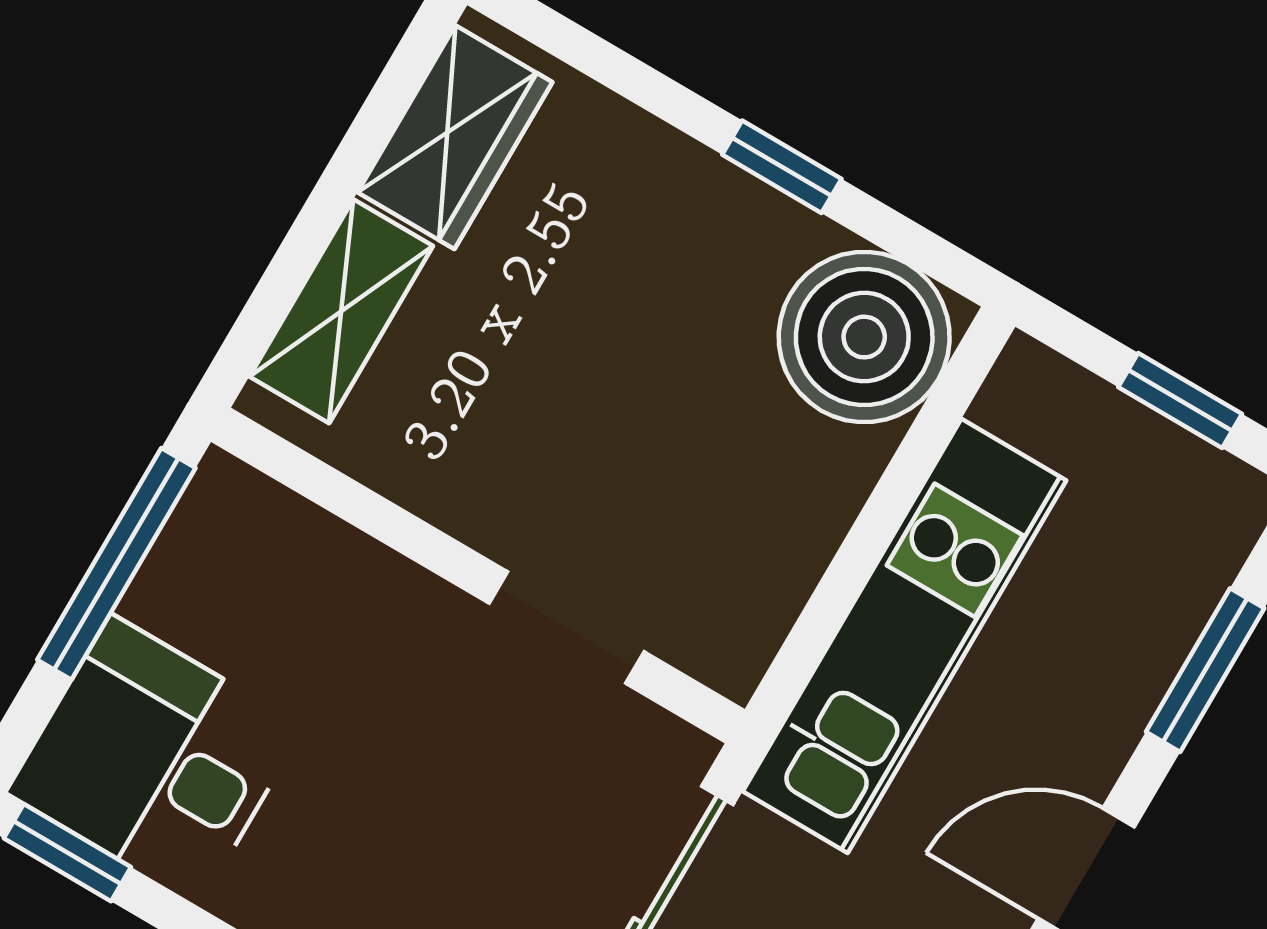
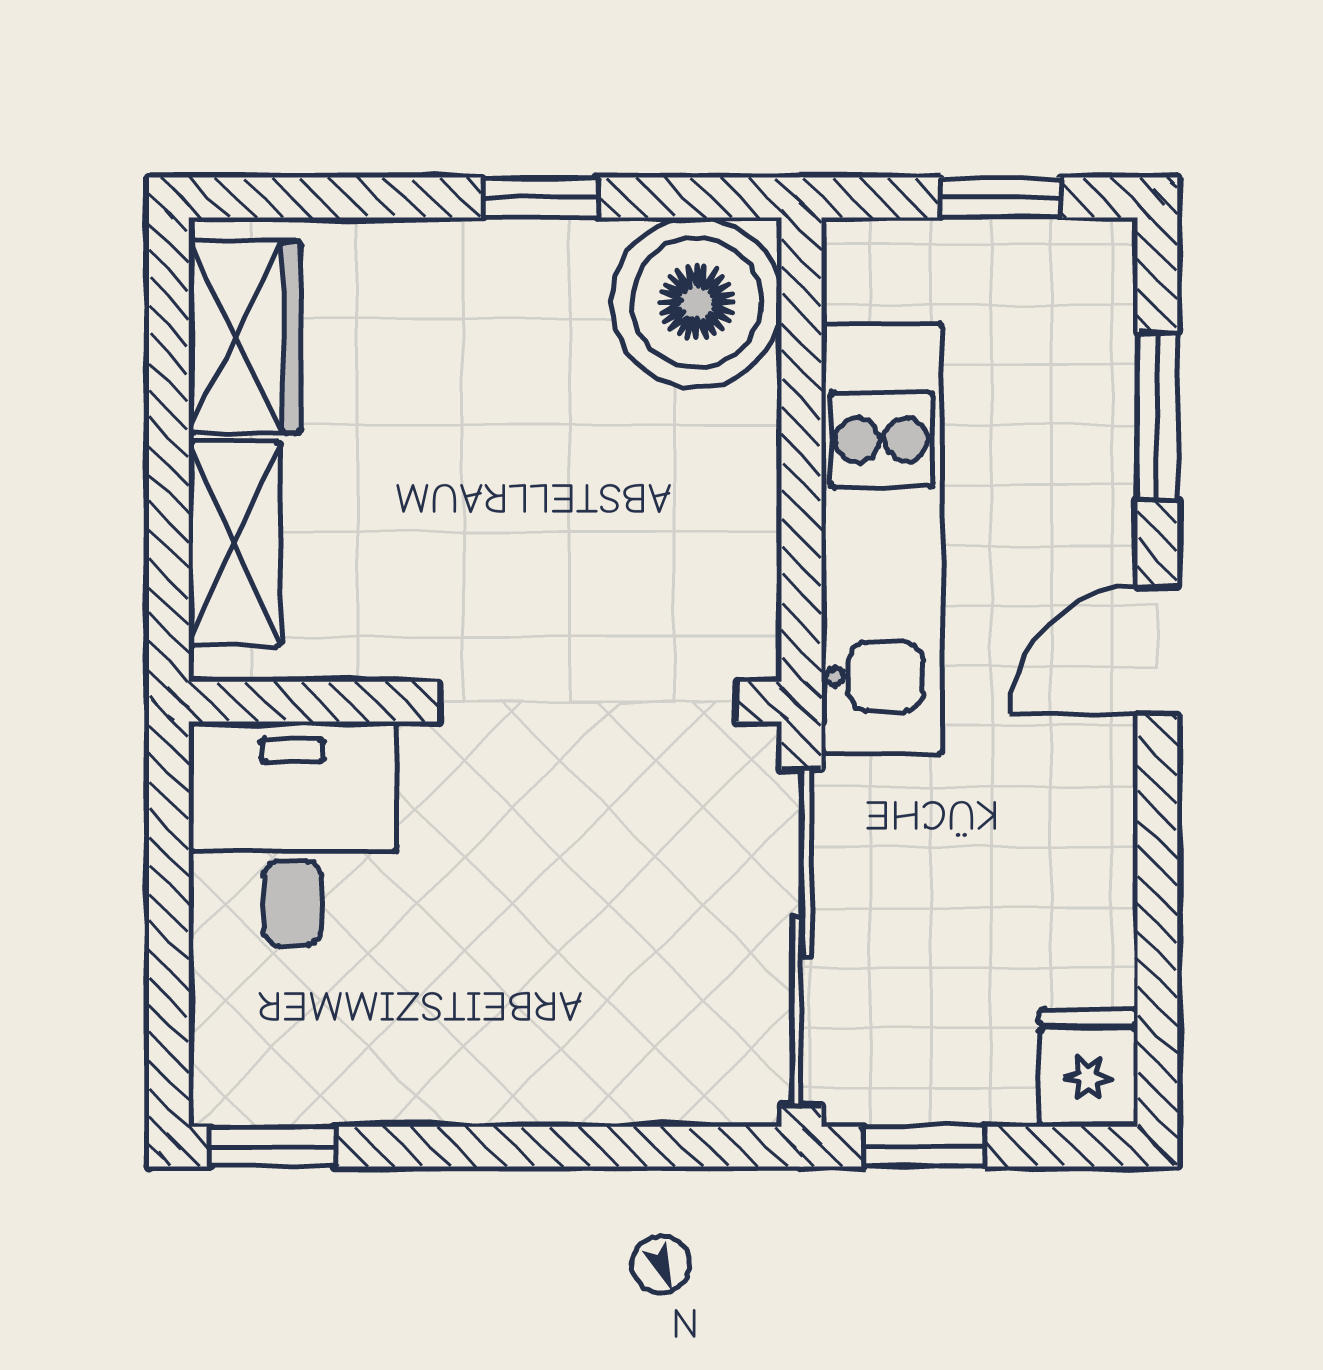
window: (116, 564) -> (169, 874), removed
doorway: (567, 628) -> (588, 702), width x1.88
desk: (155, 760) -> (293, 834), moved, turned 90

